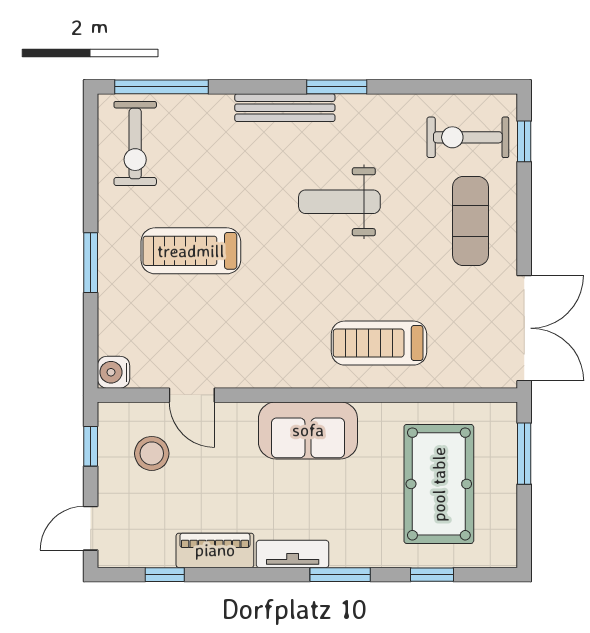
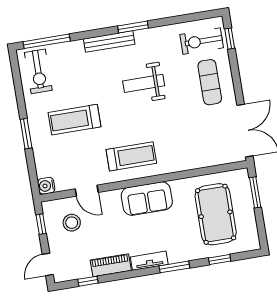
treadmill: (379, 343) -> (131, 156), moved, turned 180

